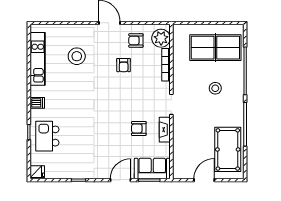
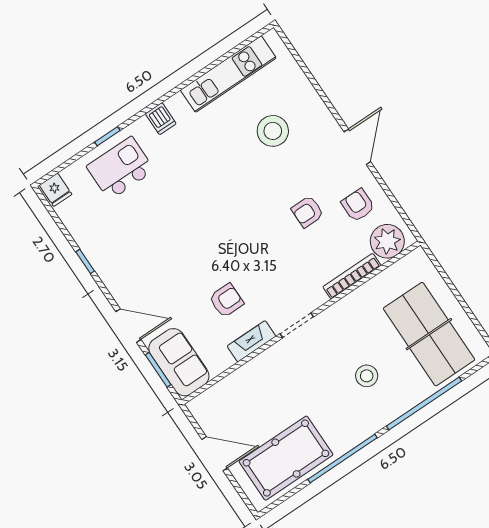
armchair: (139, 128) -> (226, 300), turned 90

